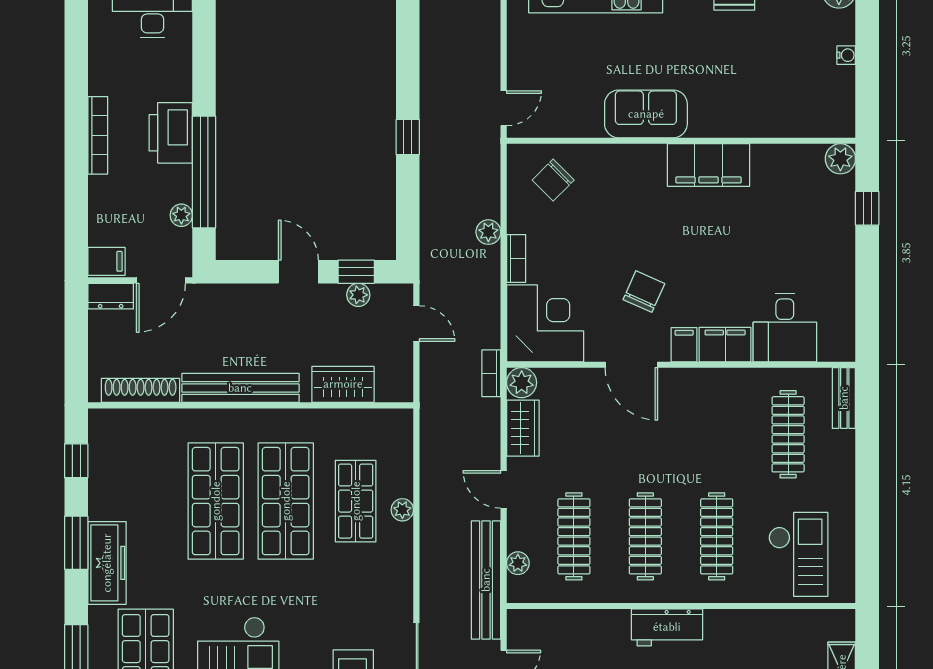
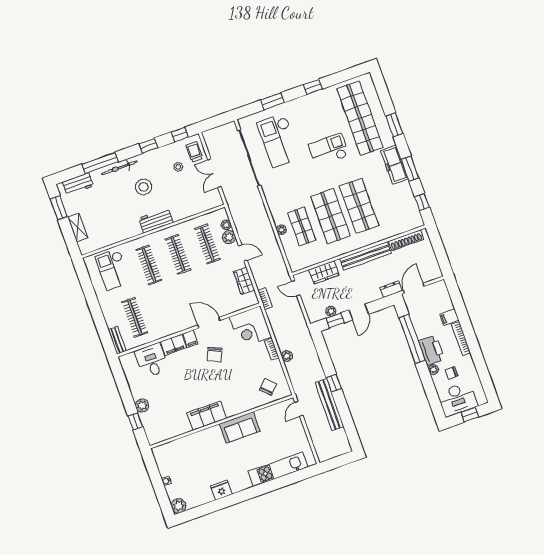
chair: (145, 68) -> (451, 373), added
plant: (840, 159) -> (142, 406), moved
plant: (181, 215) -> (433, 370), moved
filing cabinet: (106, 261) -> (449, 317), moved
door: (298, 272) -> (359, 312), hinge flipped
dresser: (111, 296) -> (391, 289), moved
door: (416, 324) -> (296, 288), moved
plant: (522, 383) -> (229, 237), moved
bench: (486, 580) -> (329, 405), moved

